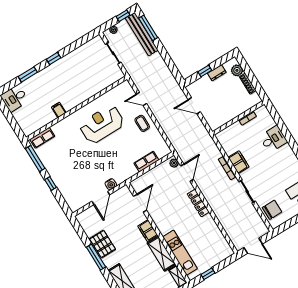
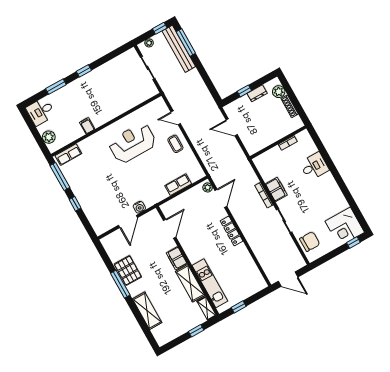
plant: (23, 122) -> (49, 137), added

